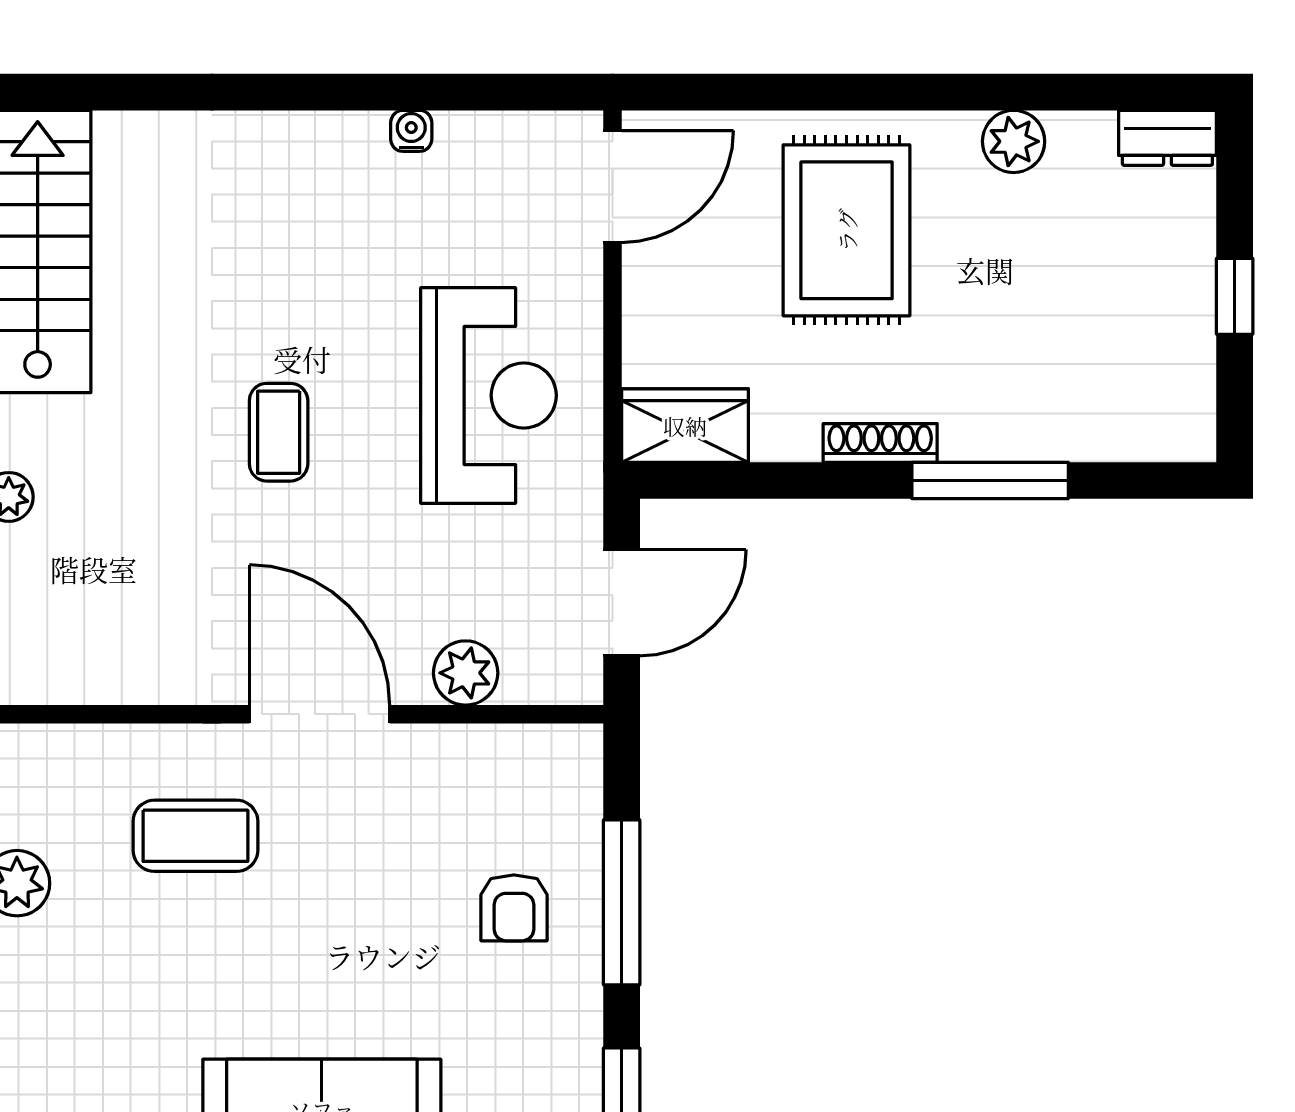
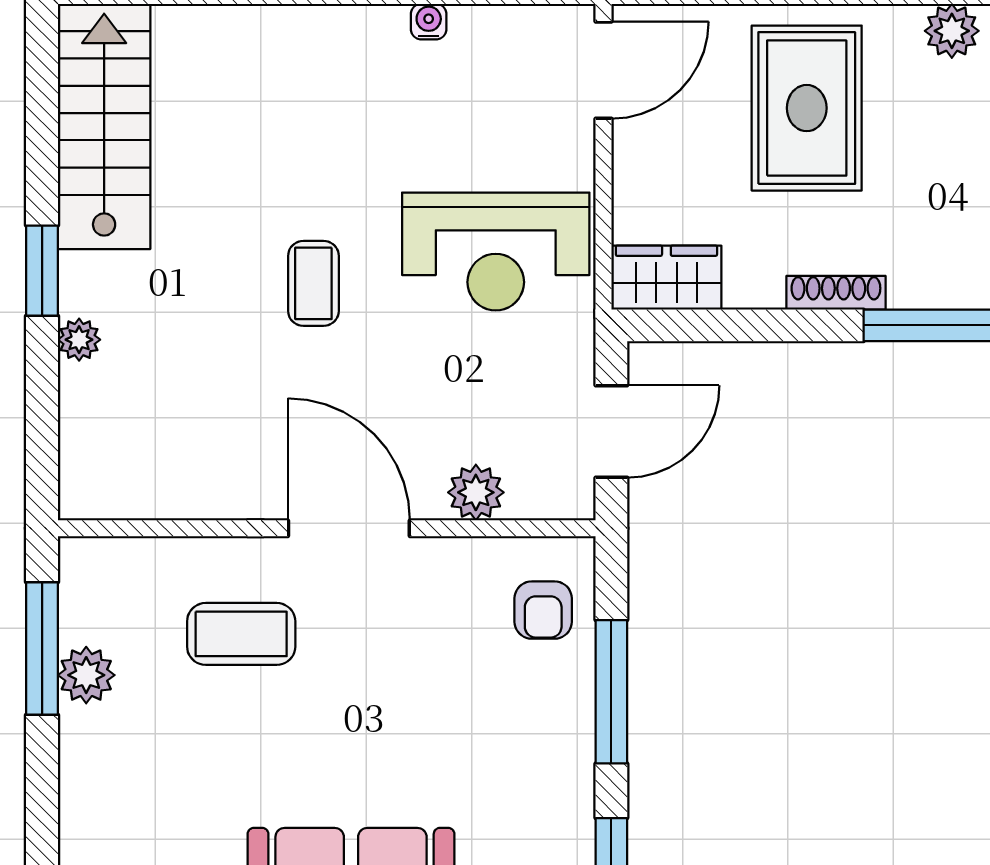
reception desk: (488, 395) -> (496, 251), turned 90
armchair: (514, 908) -> (543, 610), moved

